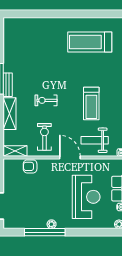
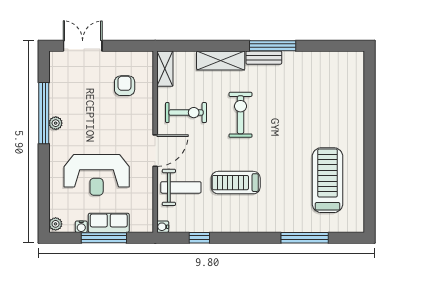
exercise bike: (46, 100) -> (241, 115), width x1.38, depth x1.39
weight bench: (95, 140) -> (181, 187), turned 90
armchair: (30, 166) -> (125, 86), moved

